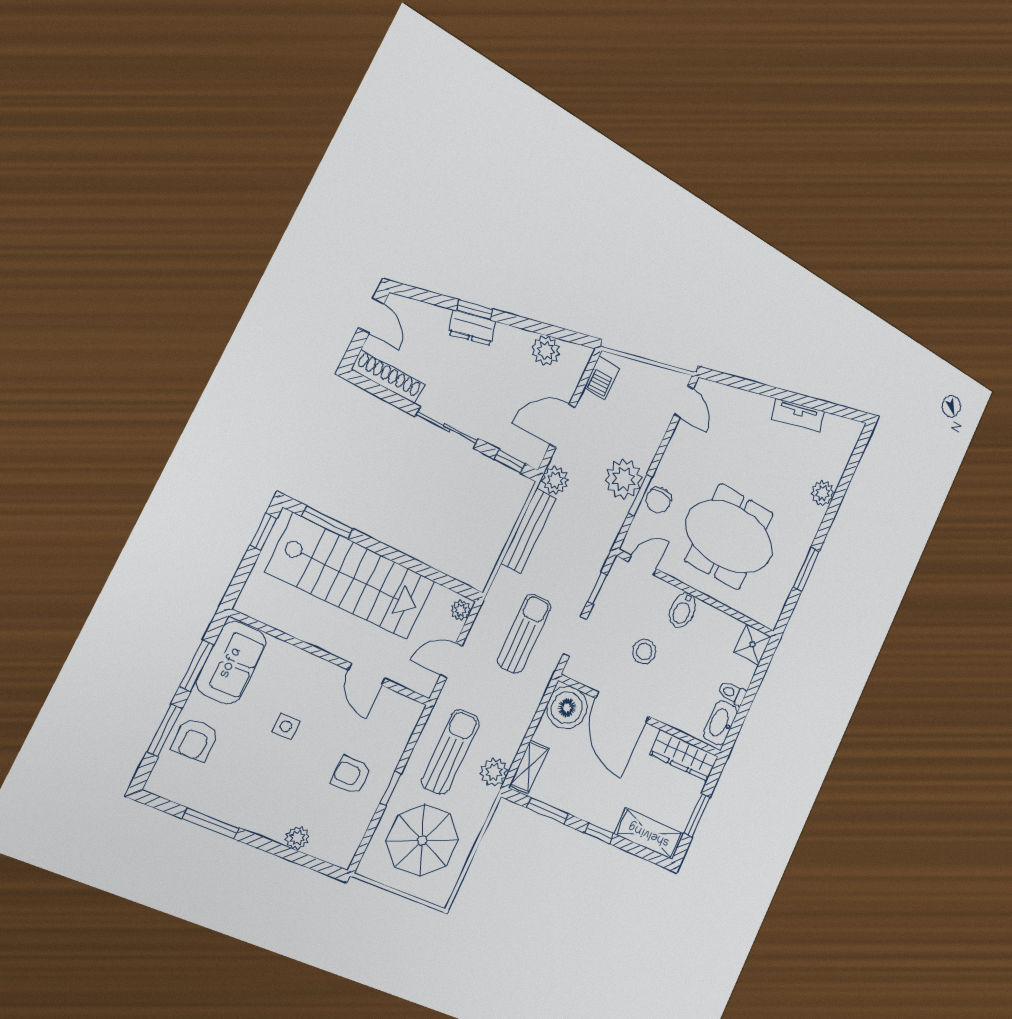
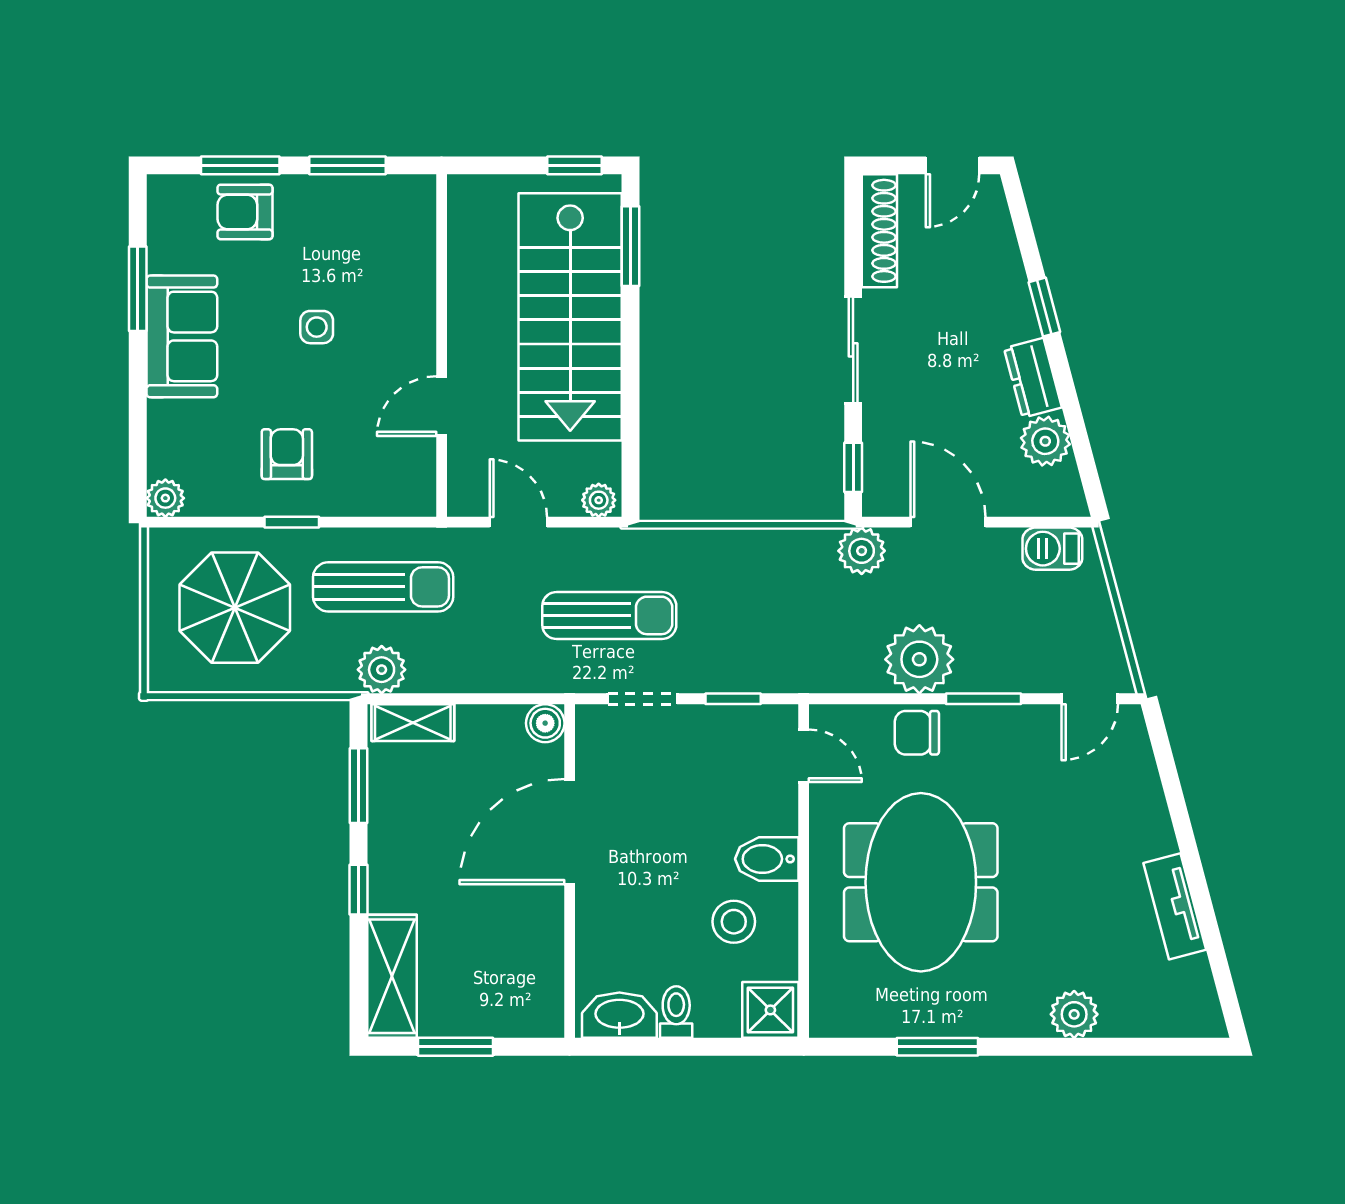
dresser: (472, 328) -> (1033, 378), moved
window: (640, 495) -> (984, 699), moved
bench: (529, 531) -> (766, 547), removed
stool: (644, 651) -> (734, 922), moved
sofa: (231, 663) -> (182, 336), moved, turned -90
boiler: (567, 708) -> (545, 723), width x0.54, depth x0.54
wardrobe: (684, 756) -> (540, 976), removed
plant: (297, 838) -> (165, 498), moved

